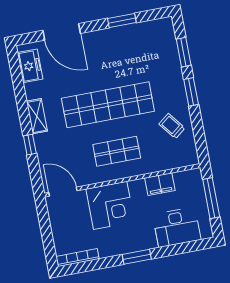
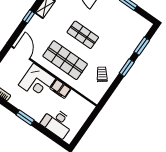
shop shelf: (108, 105) -> (83, 35), width x0.50, depth x0.74
shop shelf: (117, 151) -> (65, 60), width x1.43, depth x1.36
filing cabinet: (160, 184) -> (60, 89), moved
window: (211, 198) -> (86, 125), removed

